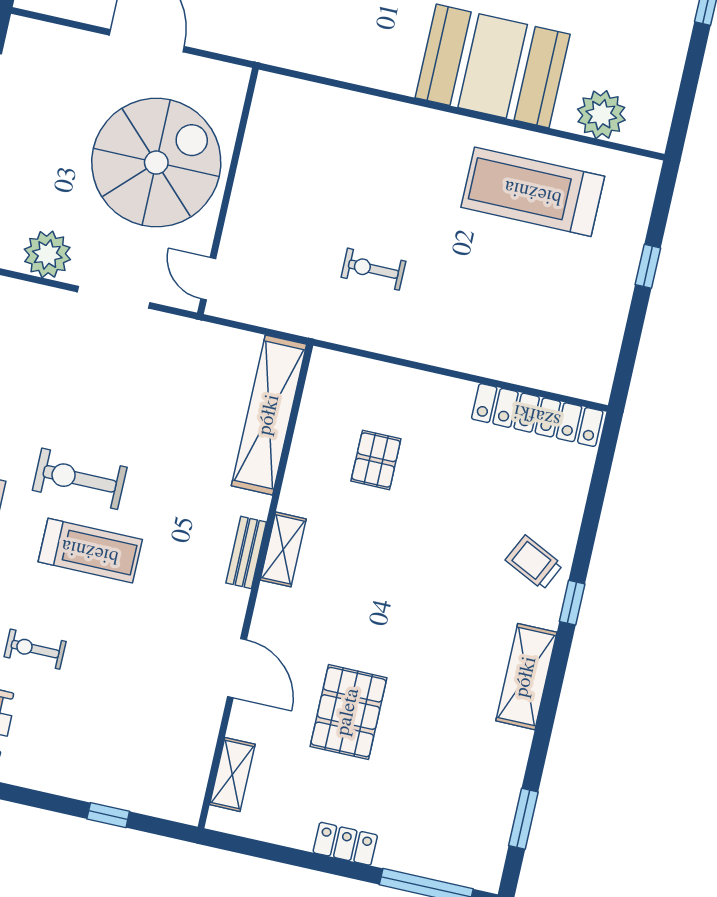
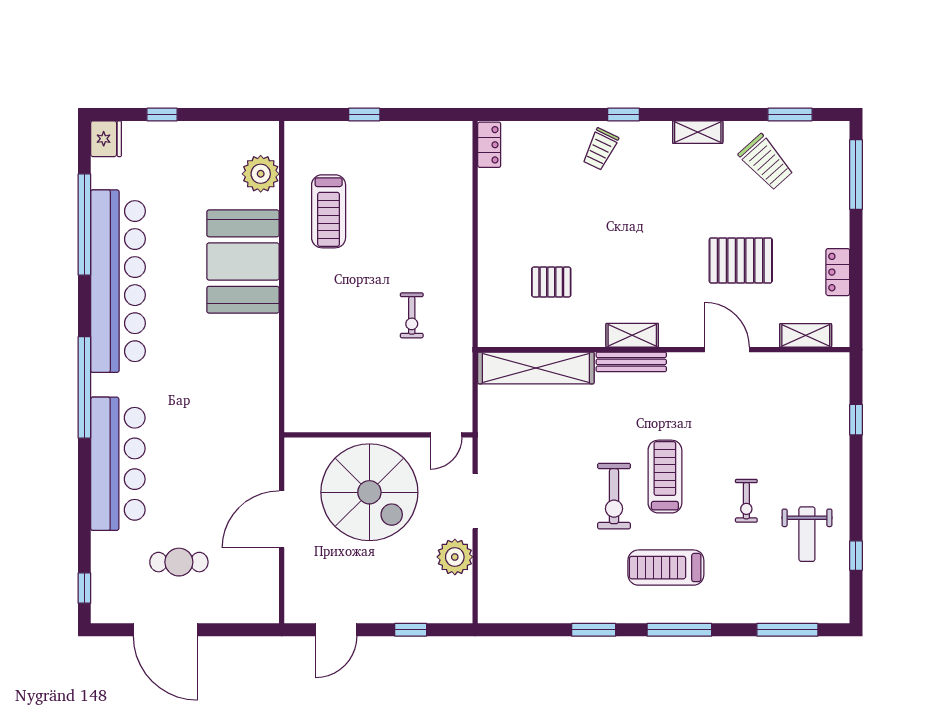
spiral stairs: (156, 163) -> (369, 492), turned 180
treadmill: (533, 192) -> (329, 211), width x0.73, depth x0.73
locker: (537, 415) -> (489, 145), width x0.46, depth x0.83
bench: (246, 553) -> (631, 362), width x1.36
door: (237, 668) -> (727, 350), hinge flipped
shelving: (526, 677) -> (698, 132), width x0.67, depth x0.75
trolley: (469, 774) -> (766, 162), added
locker: (345, 844) -> (838, 272), moved

